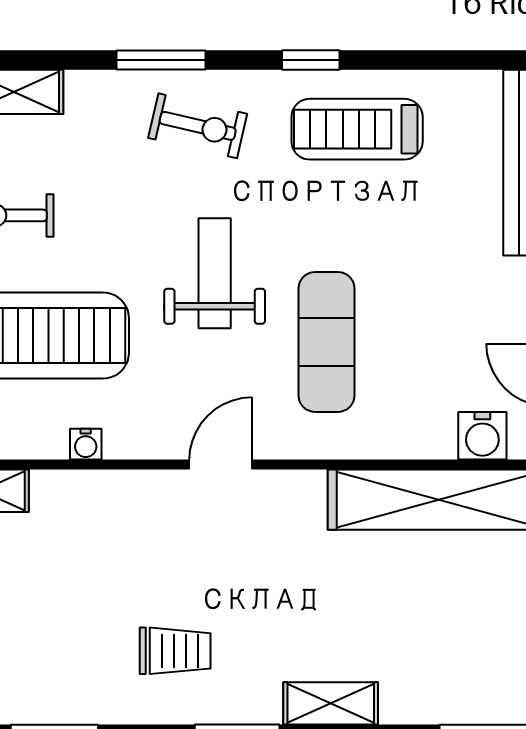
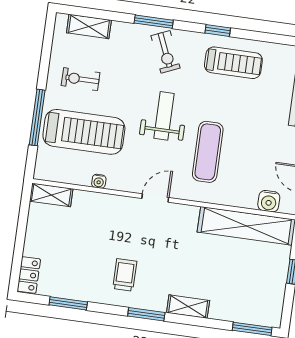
exercise bike: (198, 126) -> (166, 52), turned 54
treadmill: (357, 129) -> (233, 63), turned 180
trolley: (175, 651) -> (125, 275), turned -90

